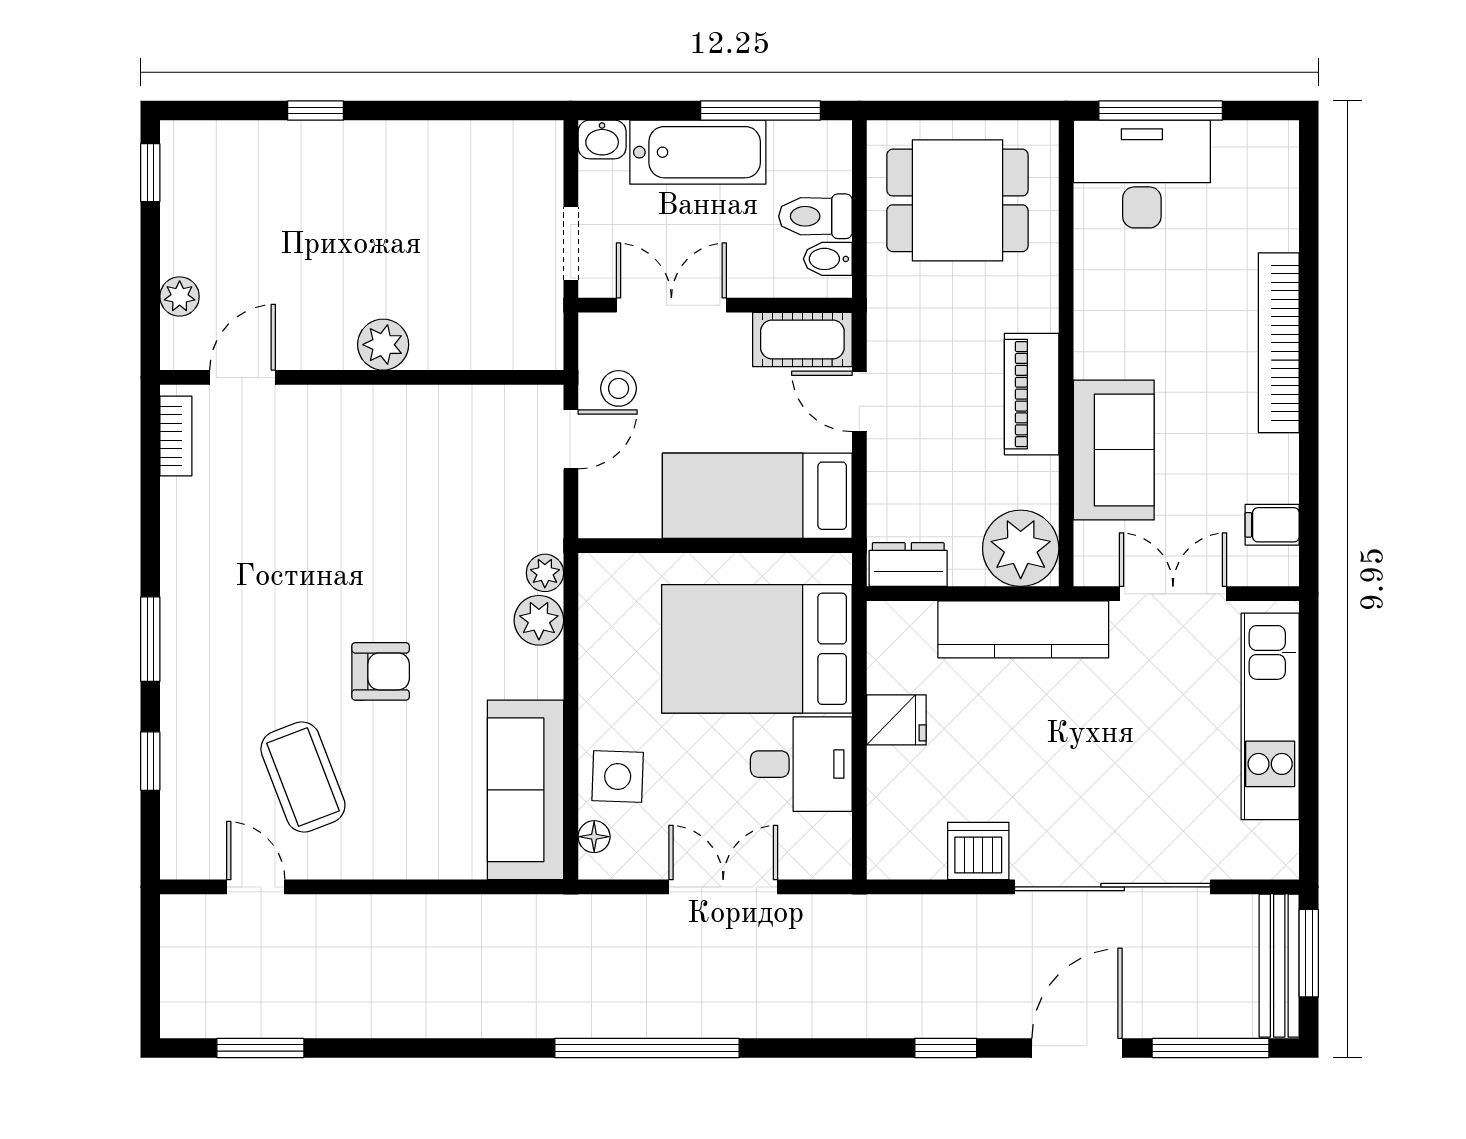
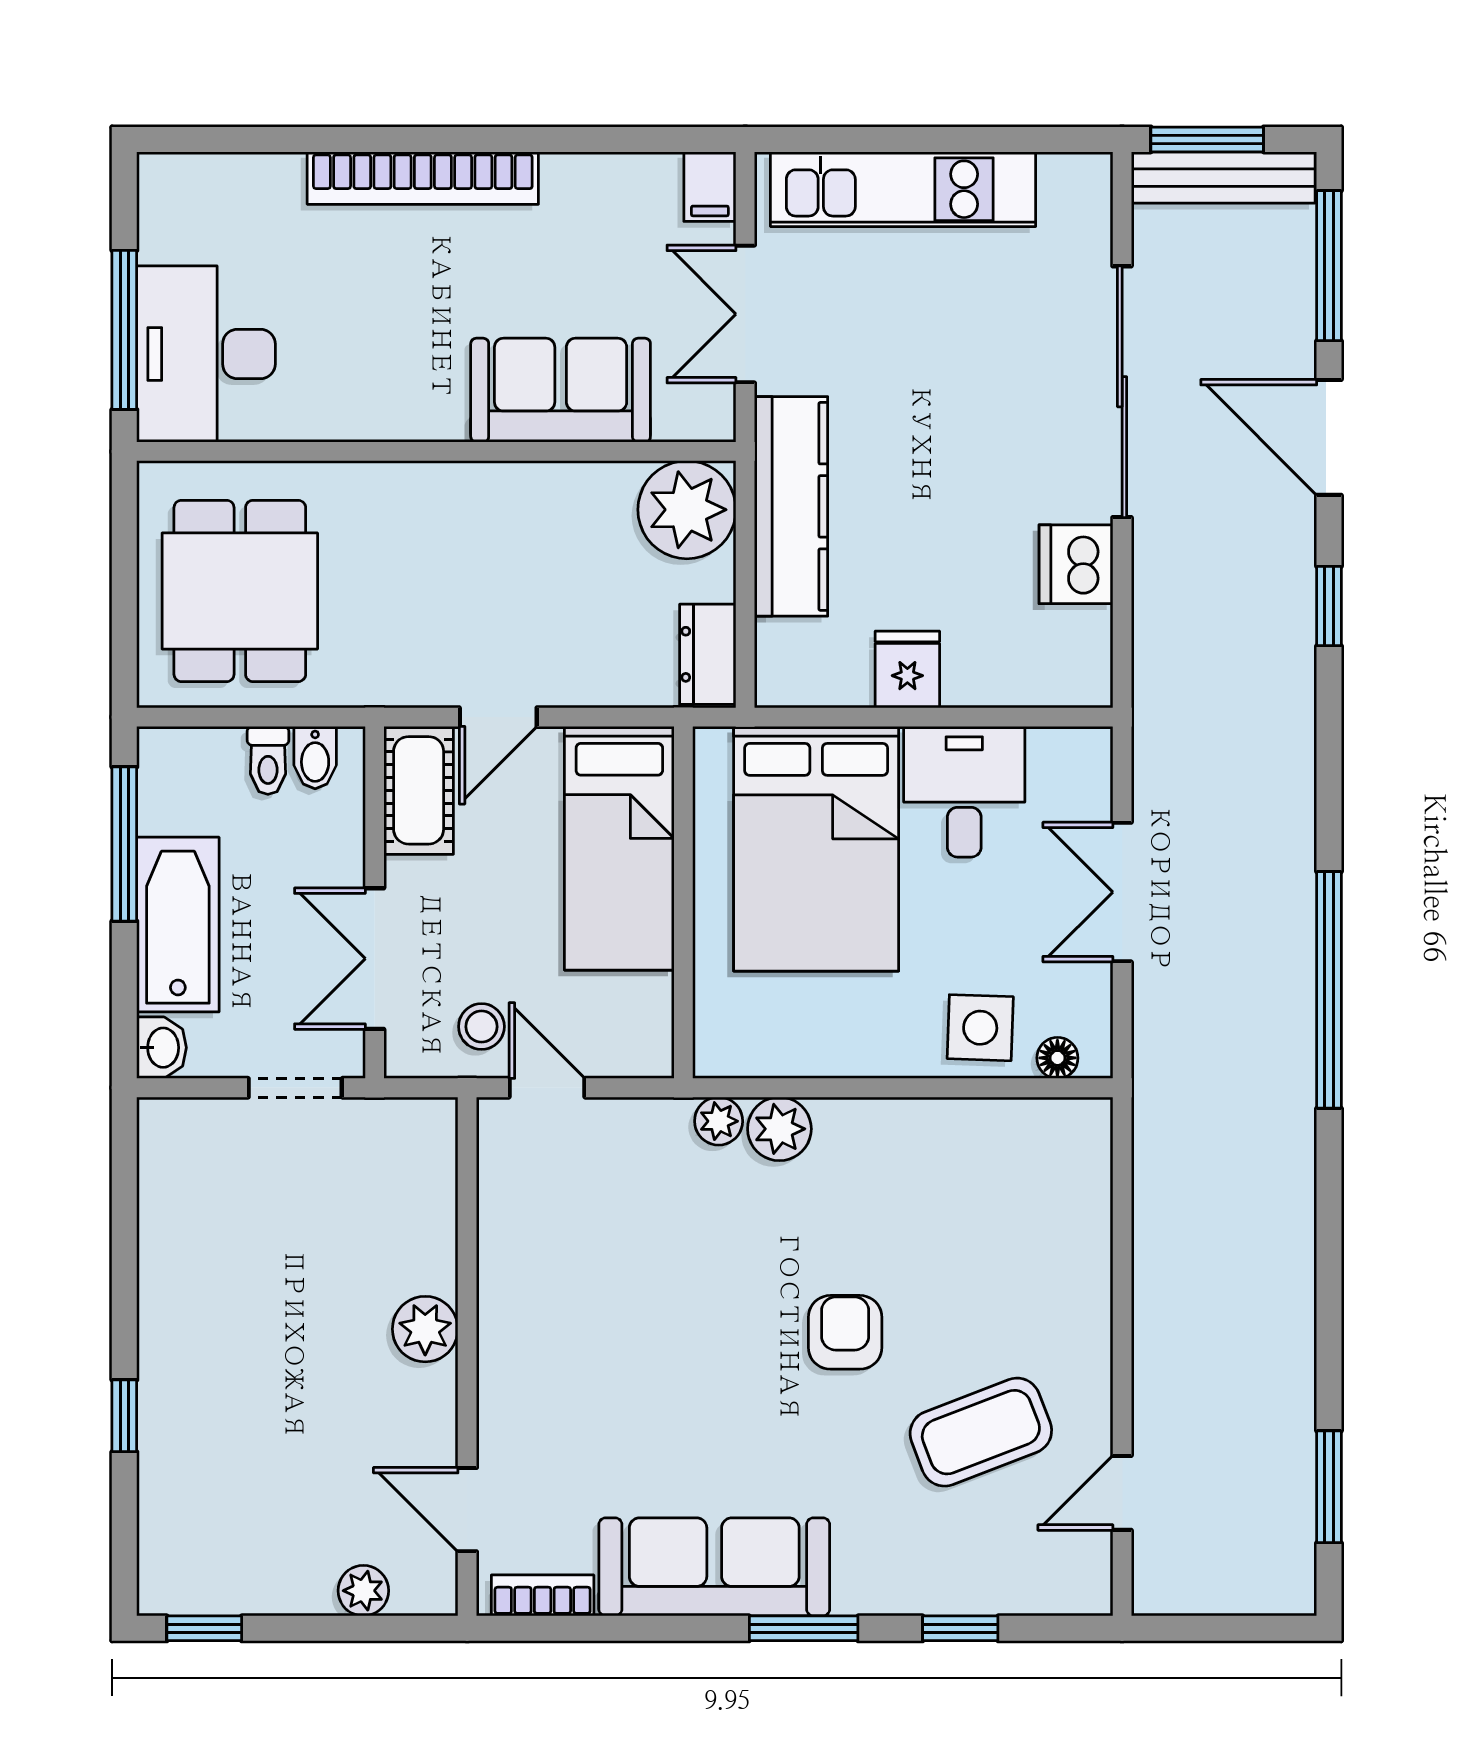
toilet: (815, 216) -> (268, 760), width x0.73, depth x0.72
piano: (1032, 394) -> (489, 496), removed
filing cabinet: (1272, 525) -> (710, 187), moved
sofa: (526, 790) -> (714, 1567), moved, turned 180

